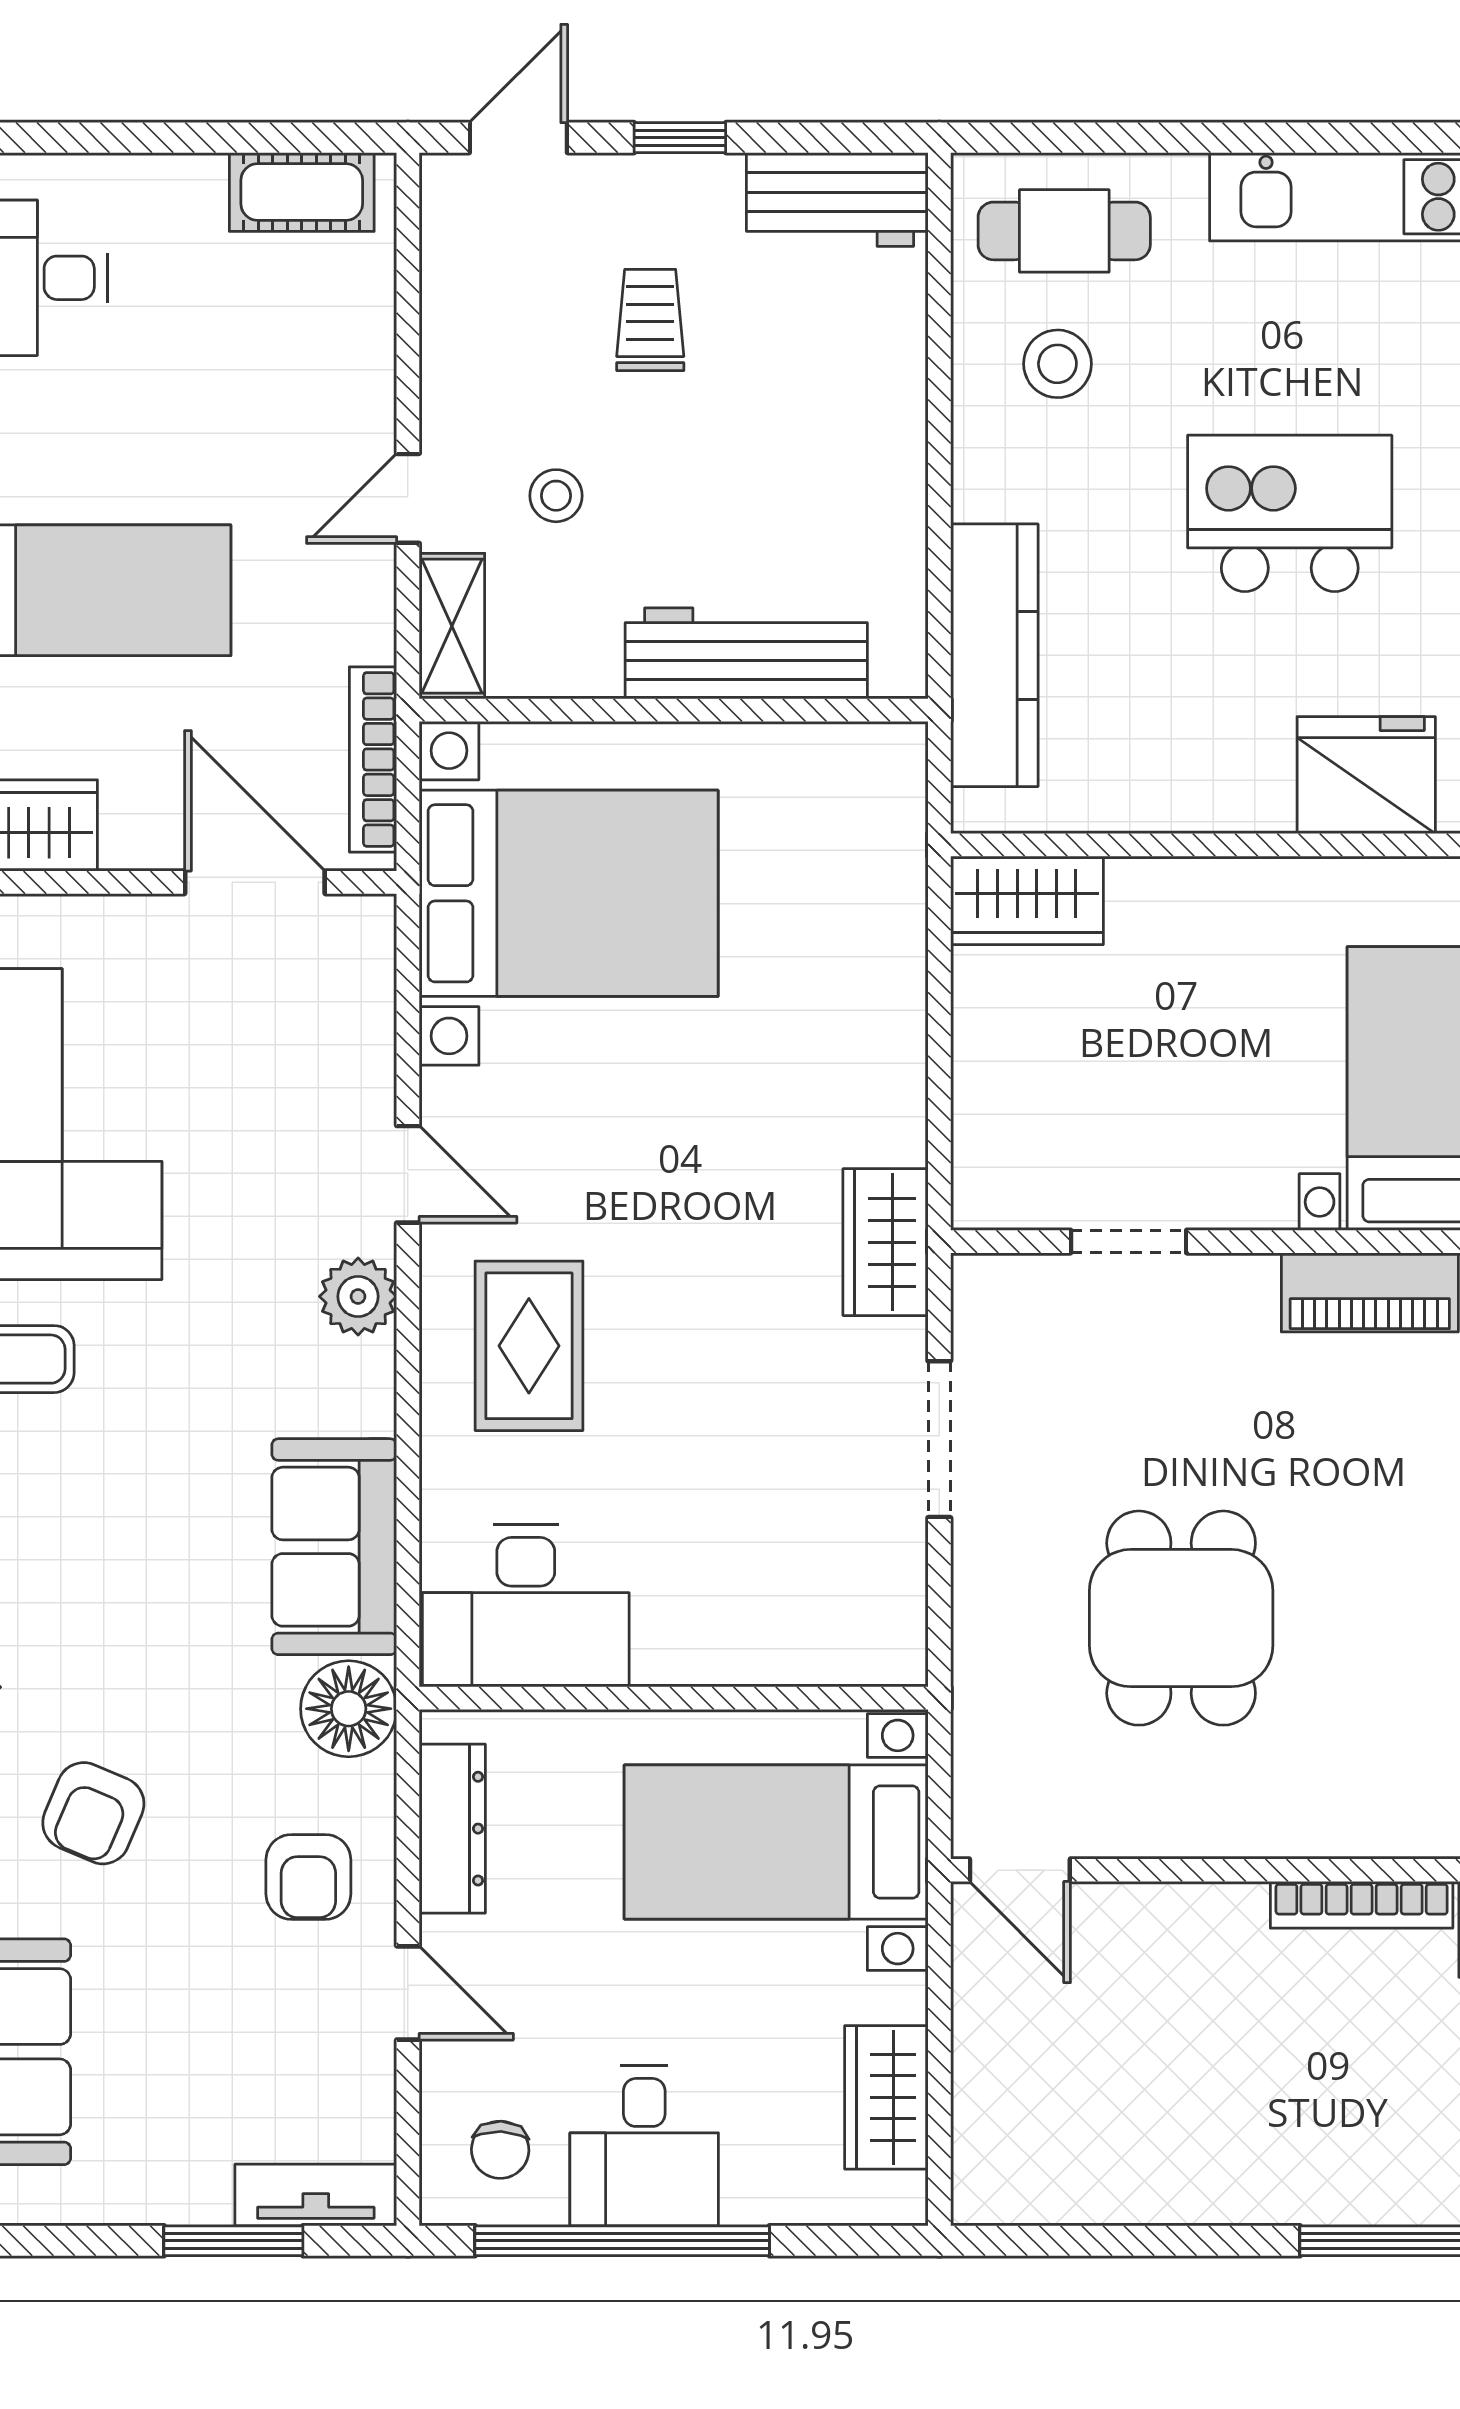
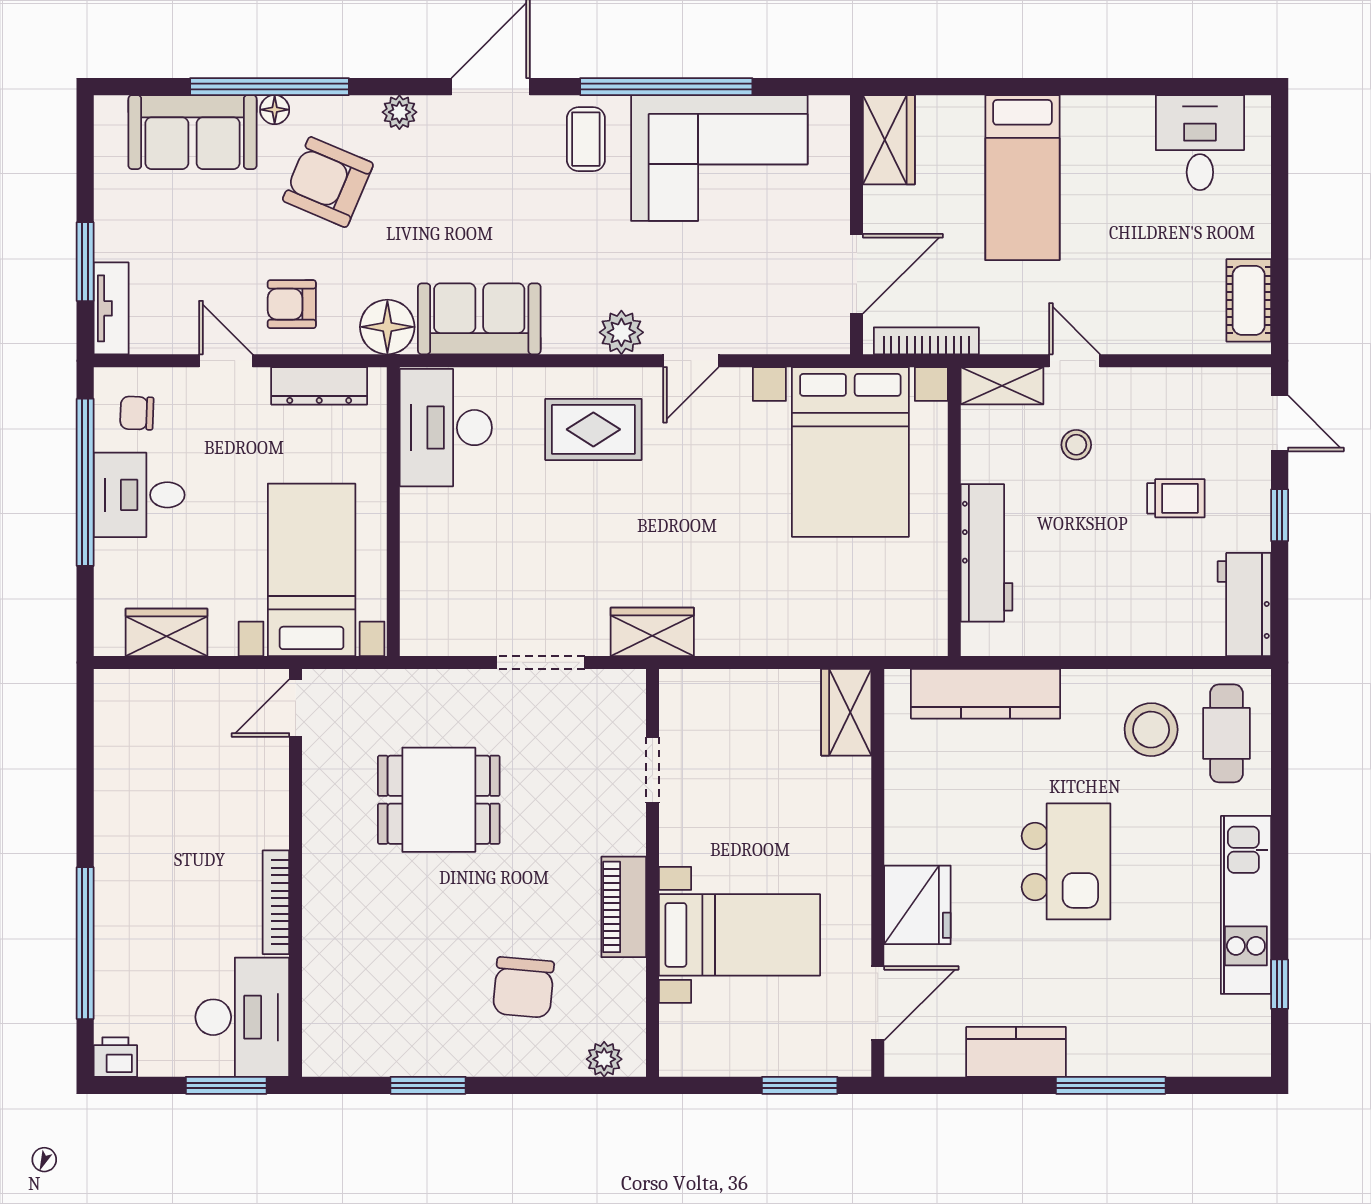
stool: (1057, 364) -> (1151, 730), width x1.38, depth x1.38
armchair: (93, 1813) -> (328, 182), width x1.38, depth x1.38
door: (408, 1993) -> (226, 361), swing flipped

